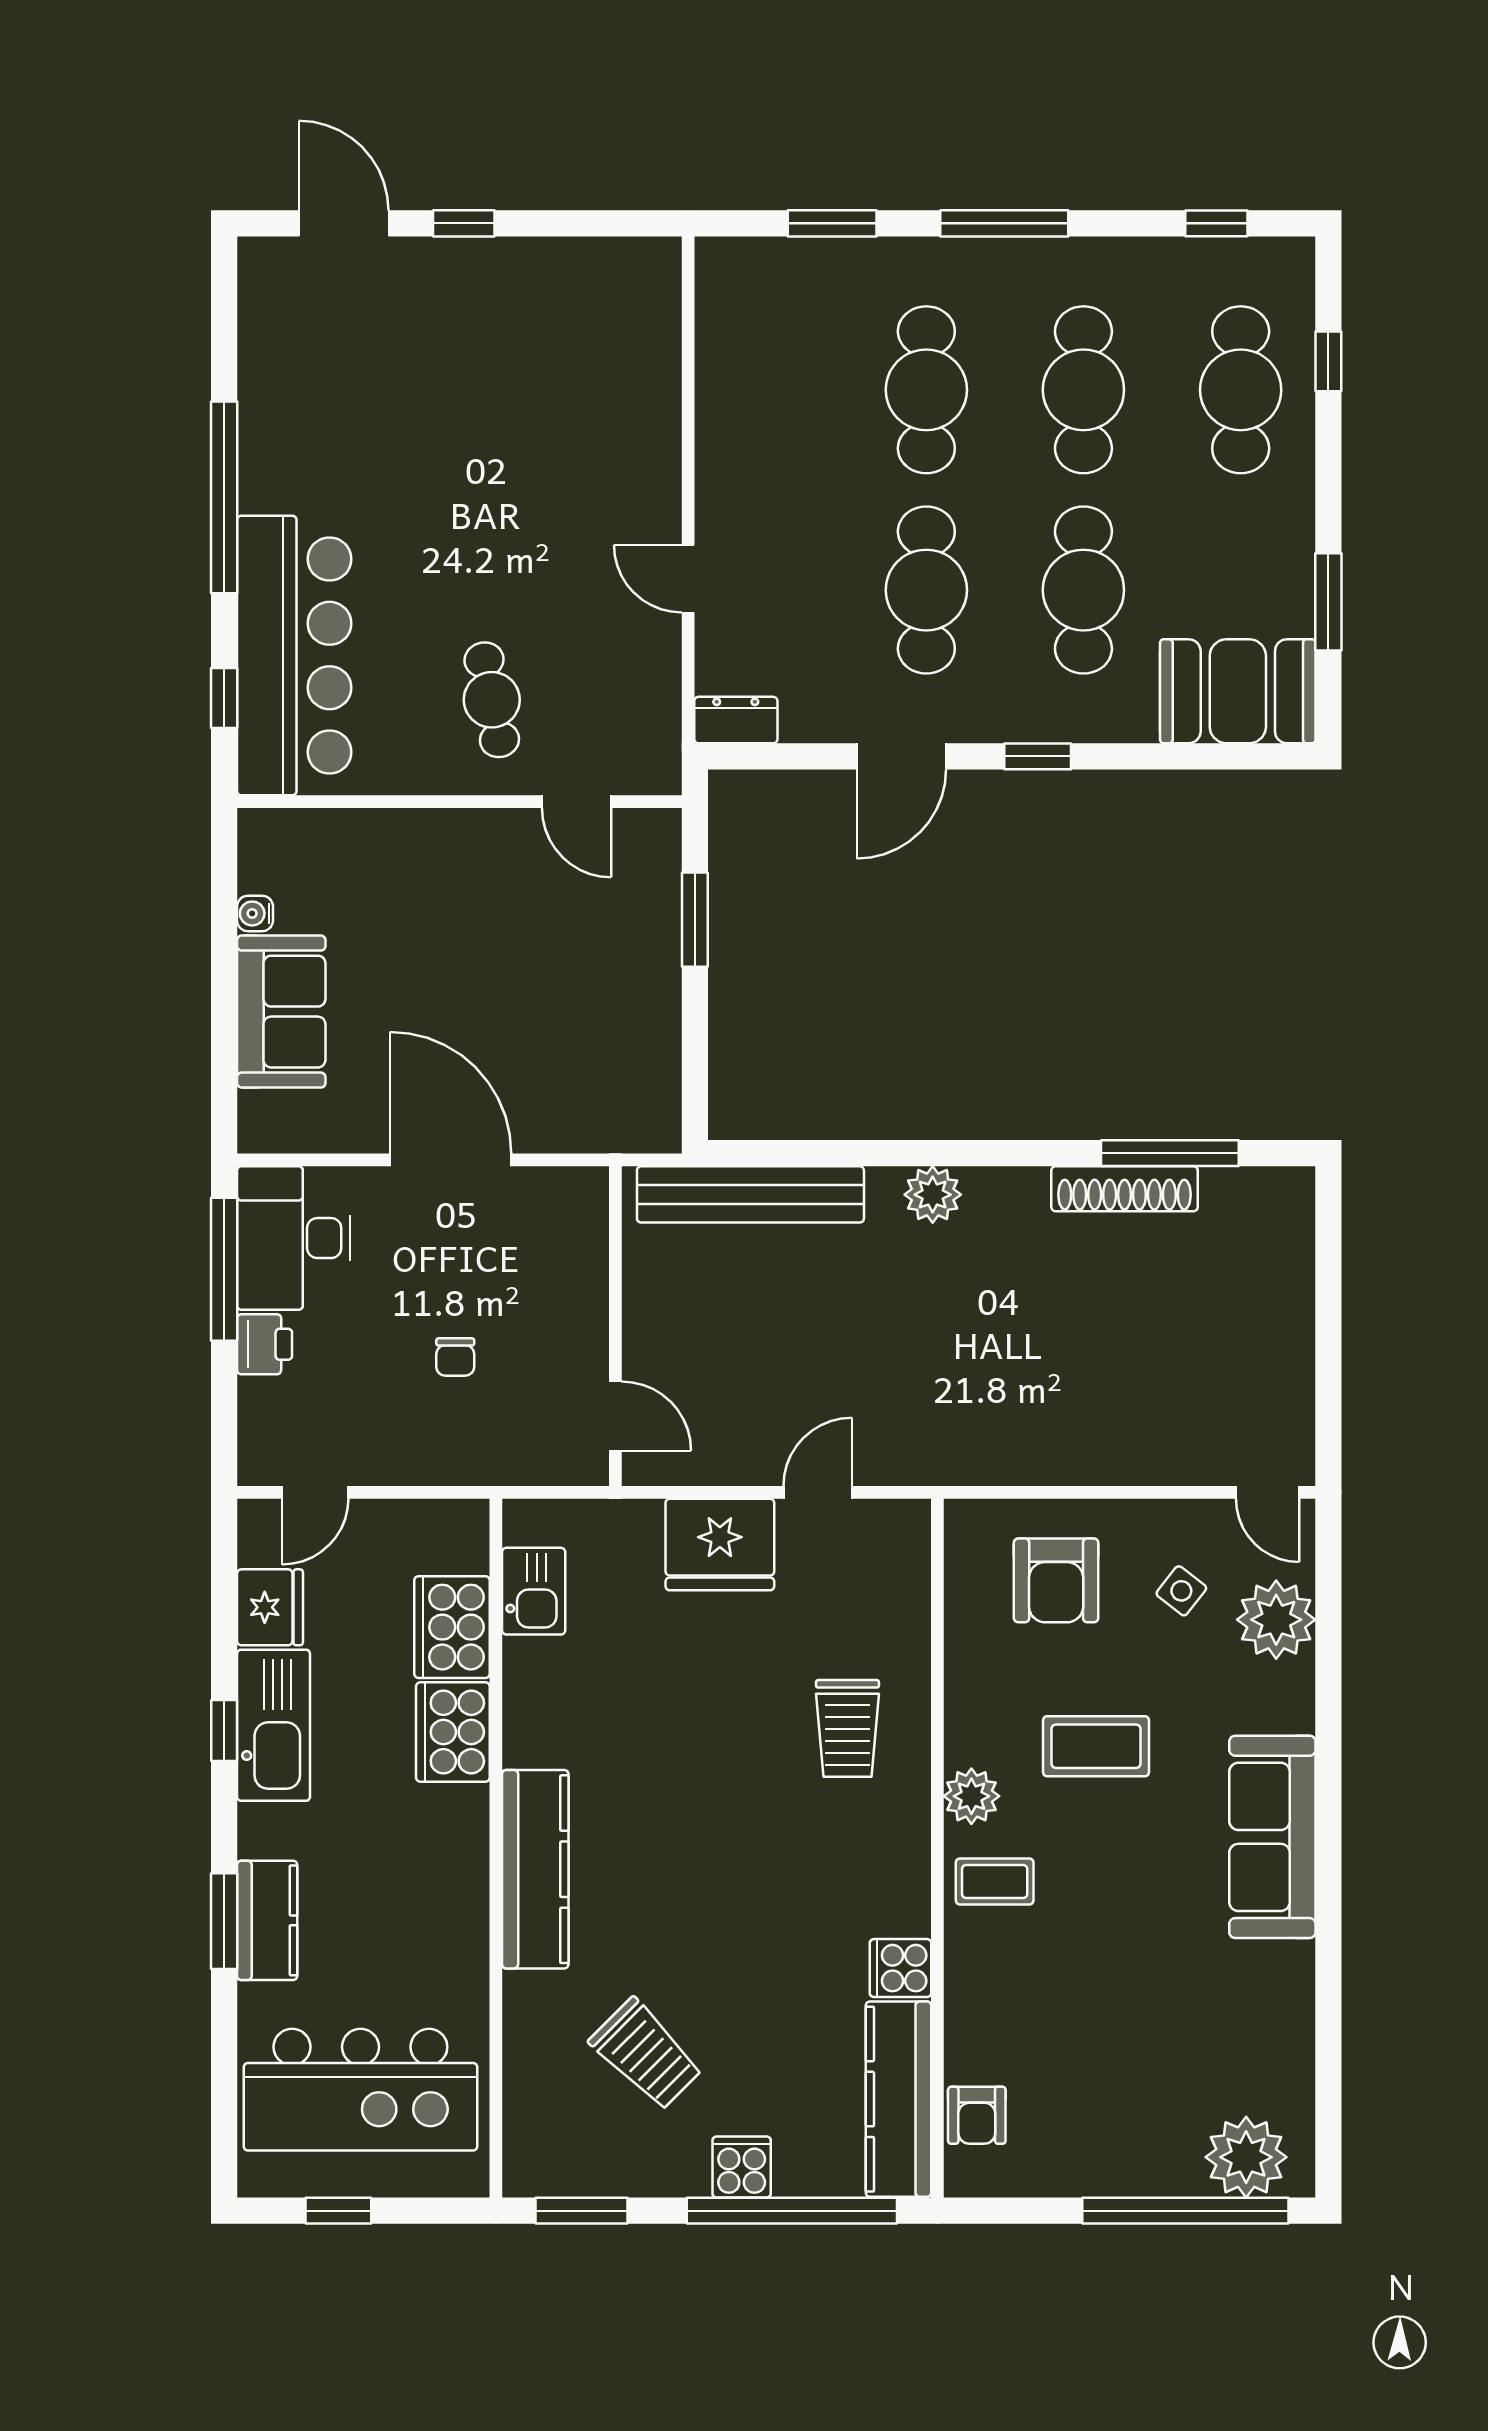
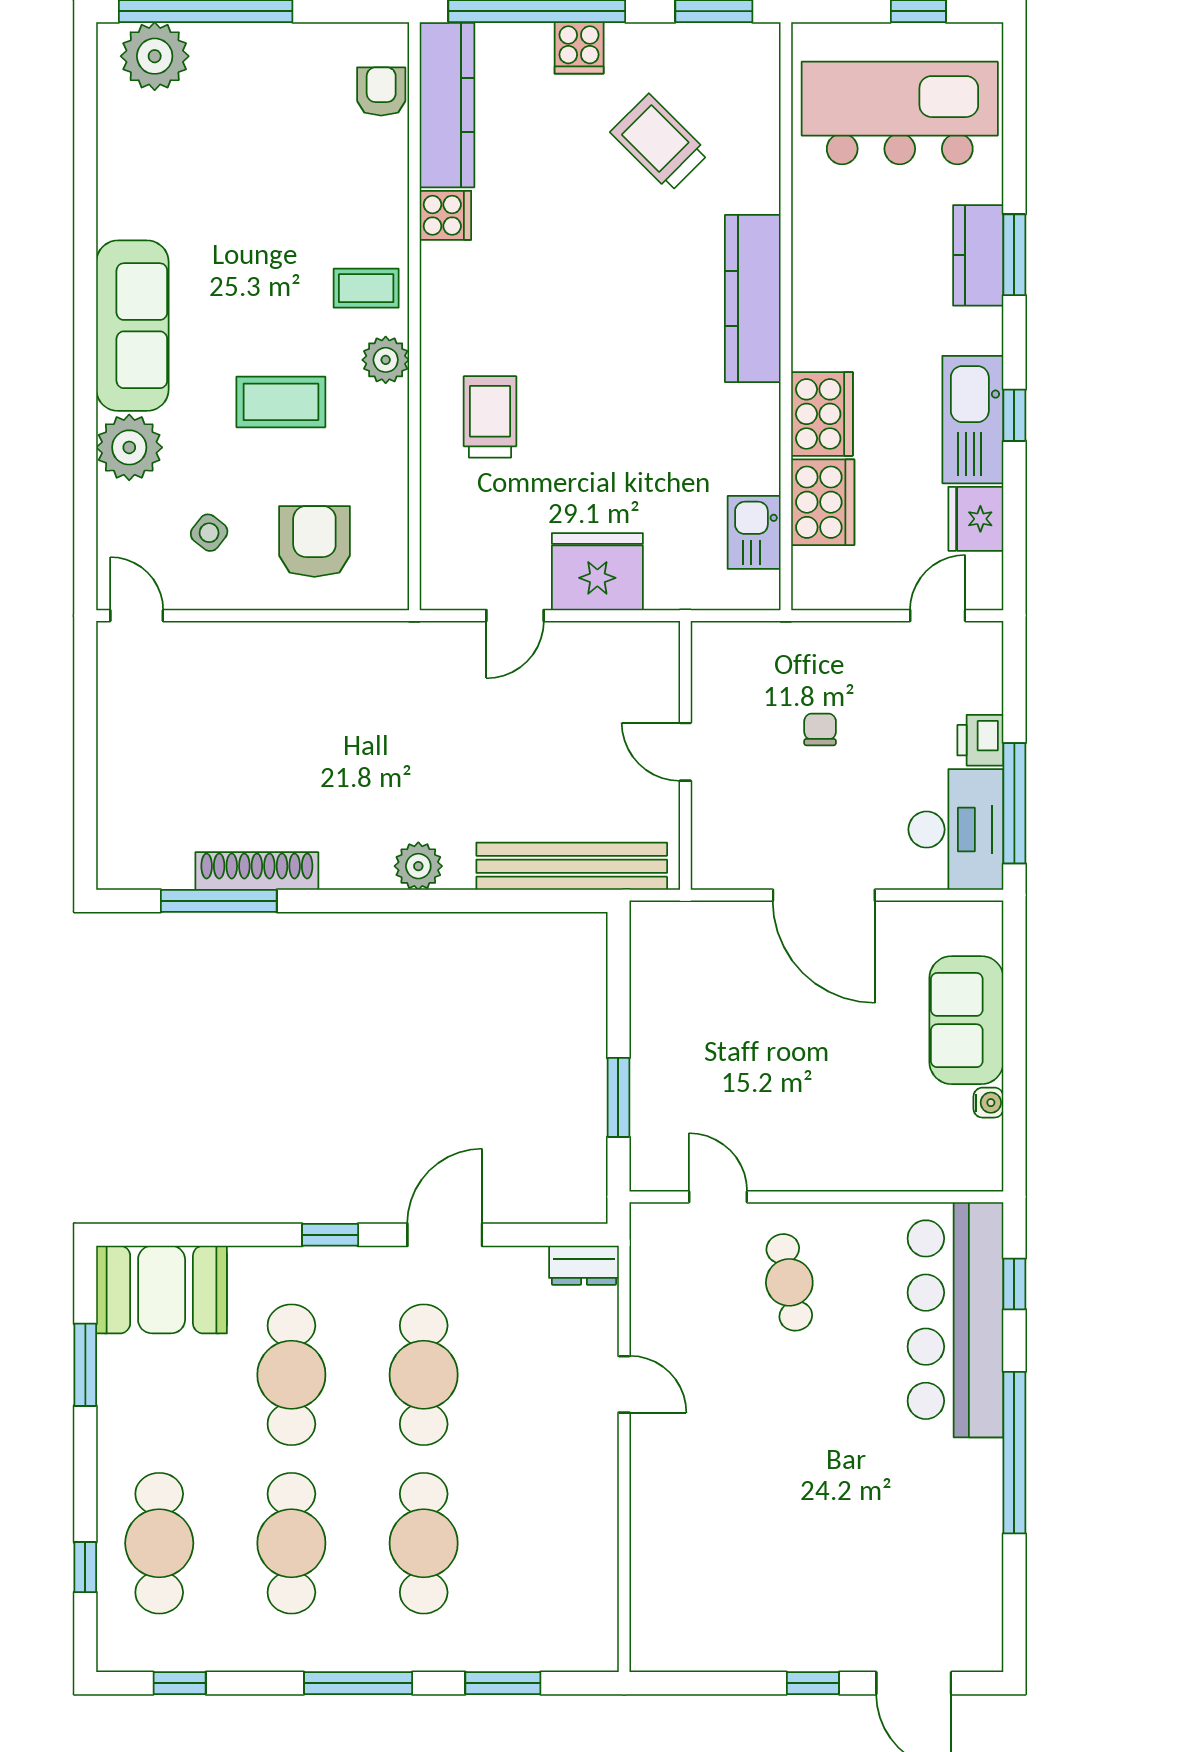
door: (615, 1416) -> (685, 752), moved
plant: (1276, 1620) -> (129, 447), moved

